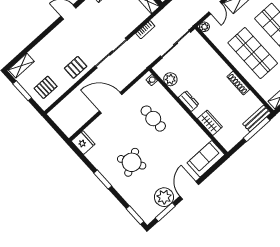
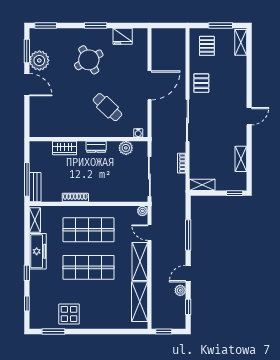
cafe table: (153, 119) -> (107, 107), turned 43
fridge: (83, 143) -> (123, 36), moved
sofa: (206, 159) -> (40, 120), removed

